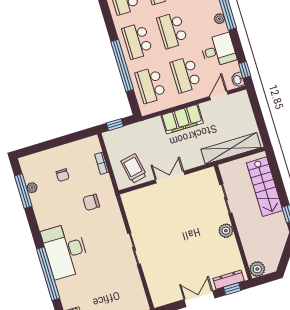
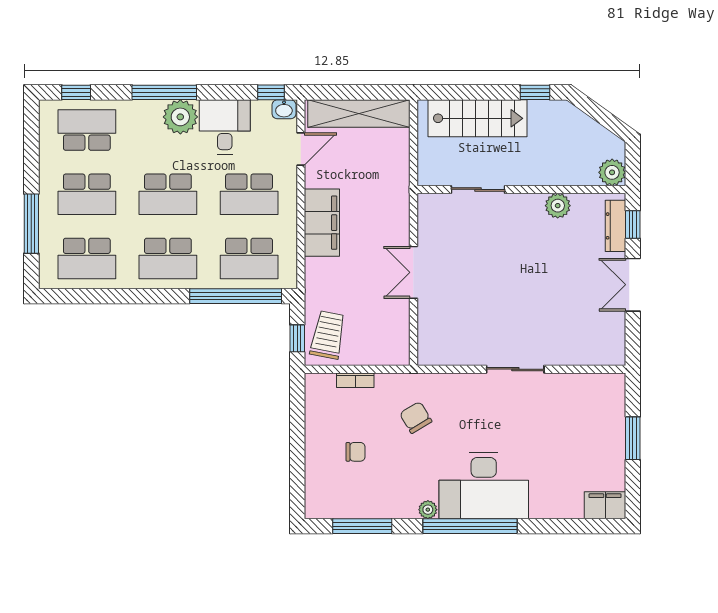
plant: (219, 19) -> (180, 117), width x1.87, depth x1.87
window: (122, 66) -> (236, 296), moved
door: (219, 95) -> (301, 149), swing flipped
shelving: (231, 148) -> (359, 114), moved, turned 90
trolley: (134, 168) -> (328, 335), moved, turned 112
plant: (32, 188) -> (428, 510), moved
chair: (91, 202) -> (416, 417), turned 149
plant: (226, 231) -> (558, 206), moved
window: (48, 274) -> (470, 526), moved

